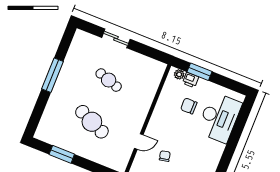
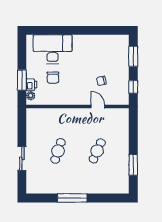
cafe table: (92, 122) -> (97, 151), width x0.73, depth x0.74

